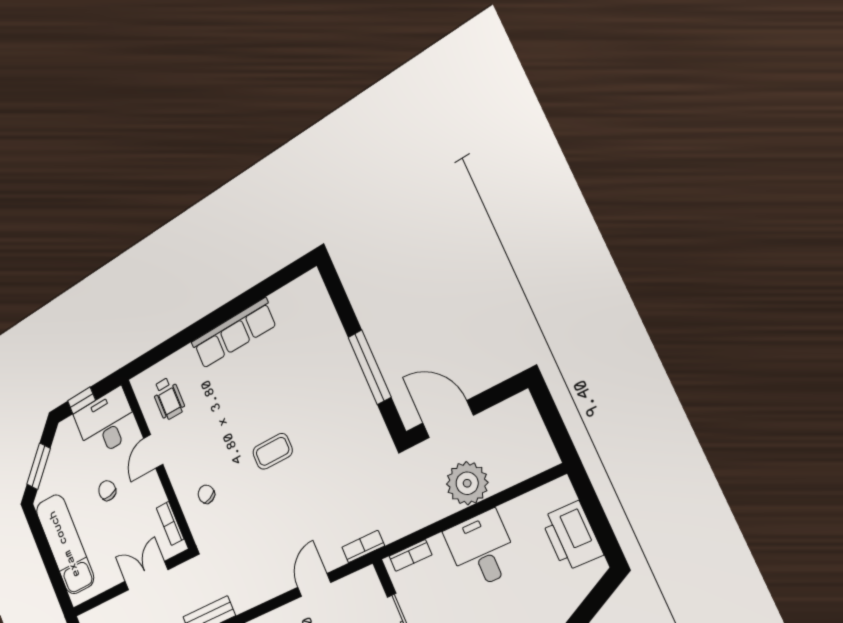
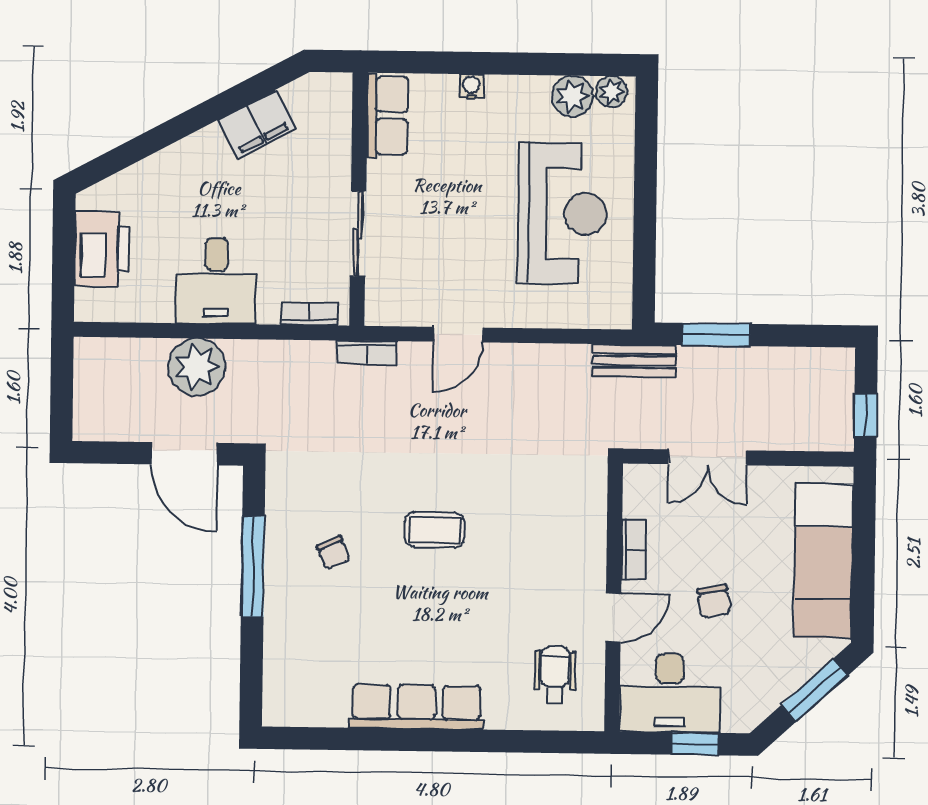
chair: (206, 494) -> (333, 553), moved
bookcase: (170, 523) -> (634, 549), moved

